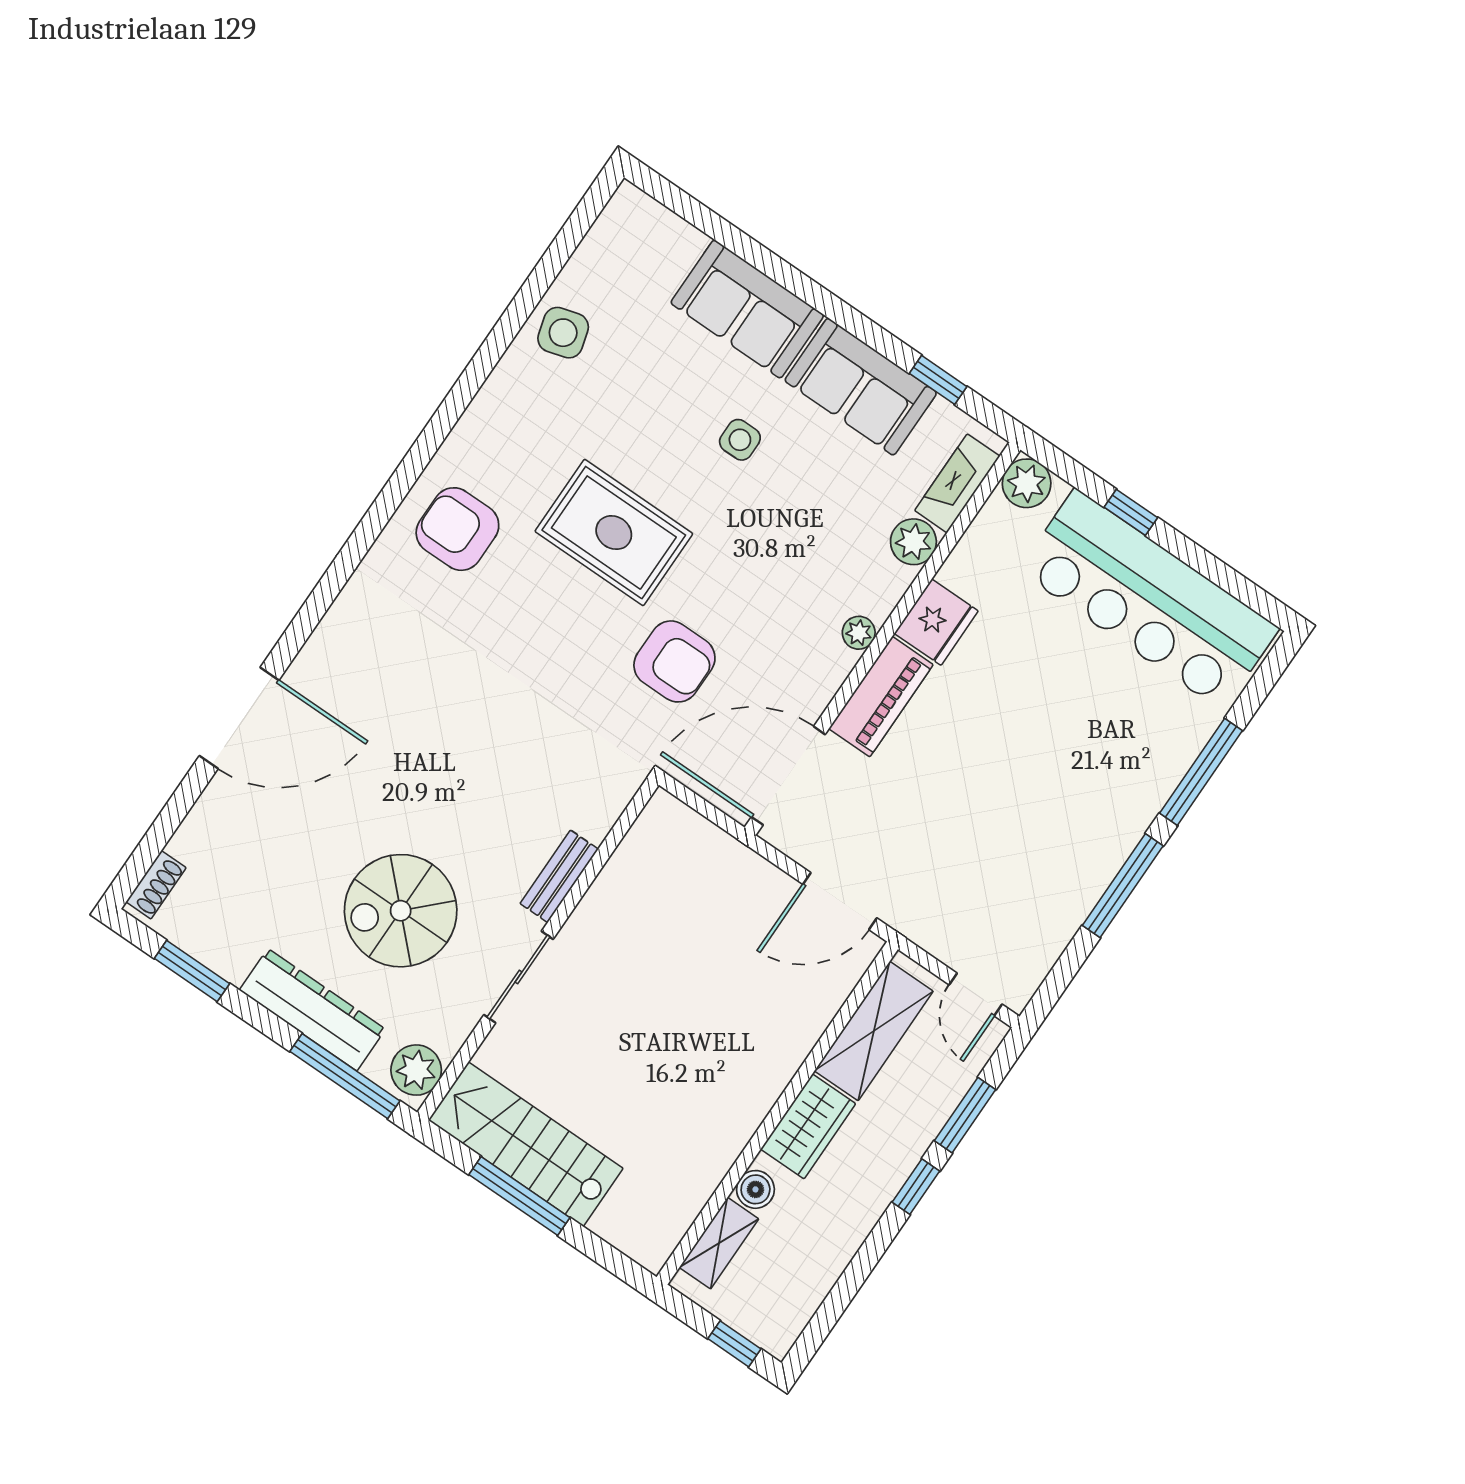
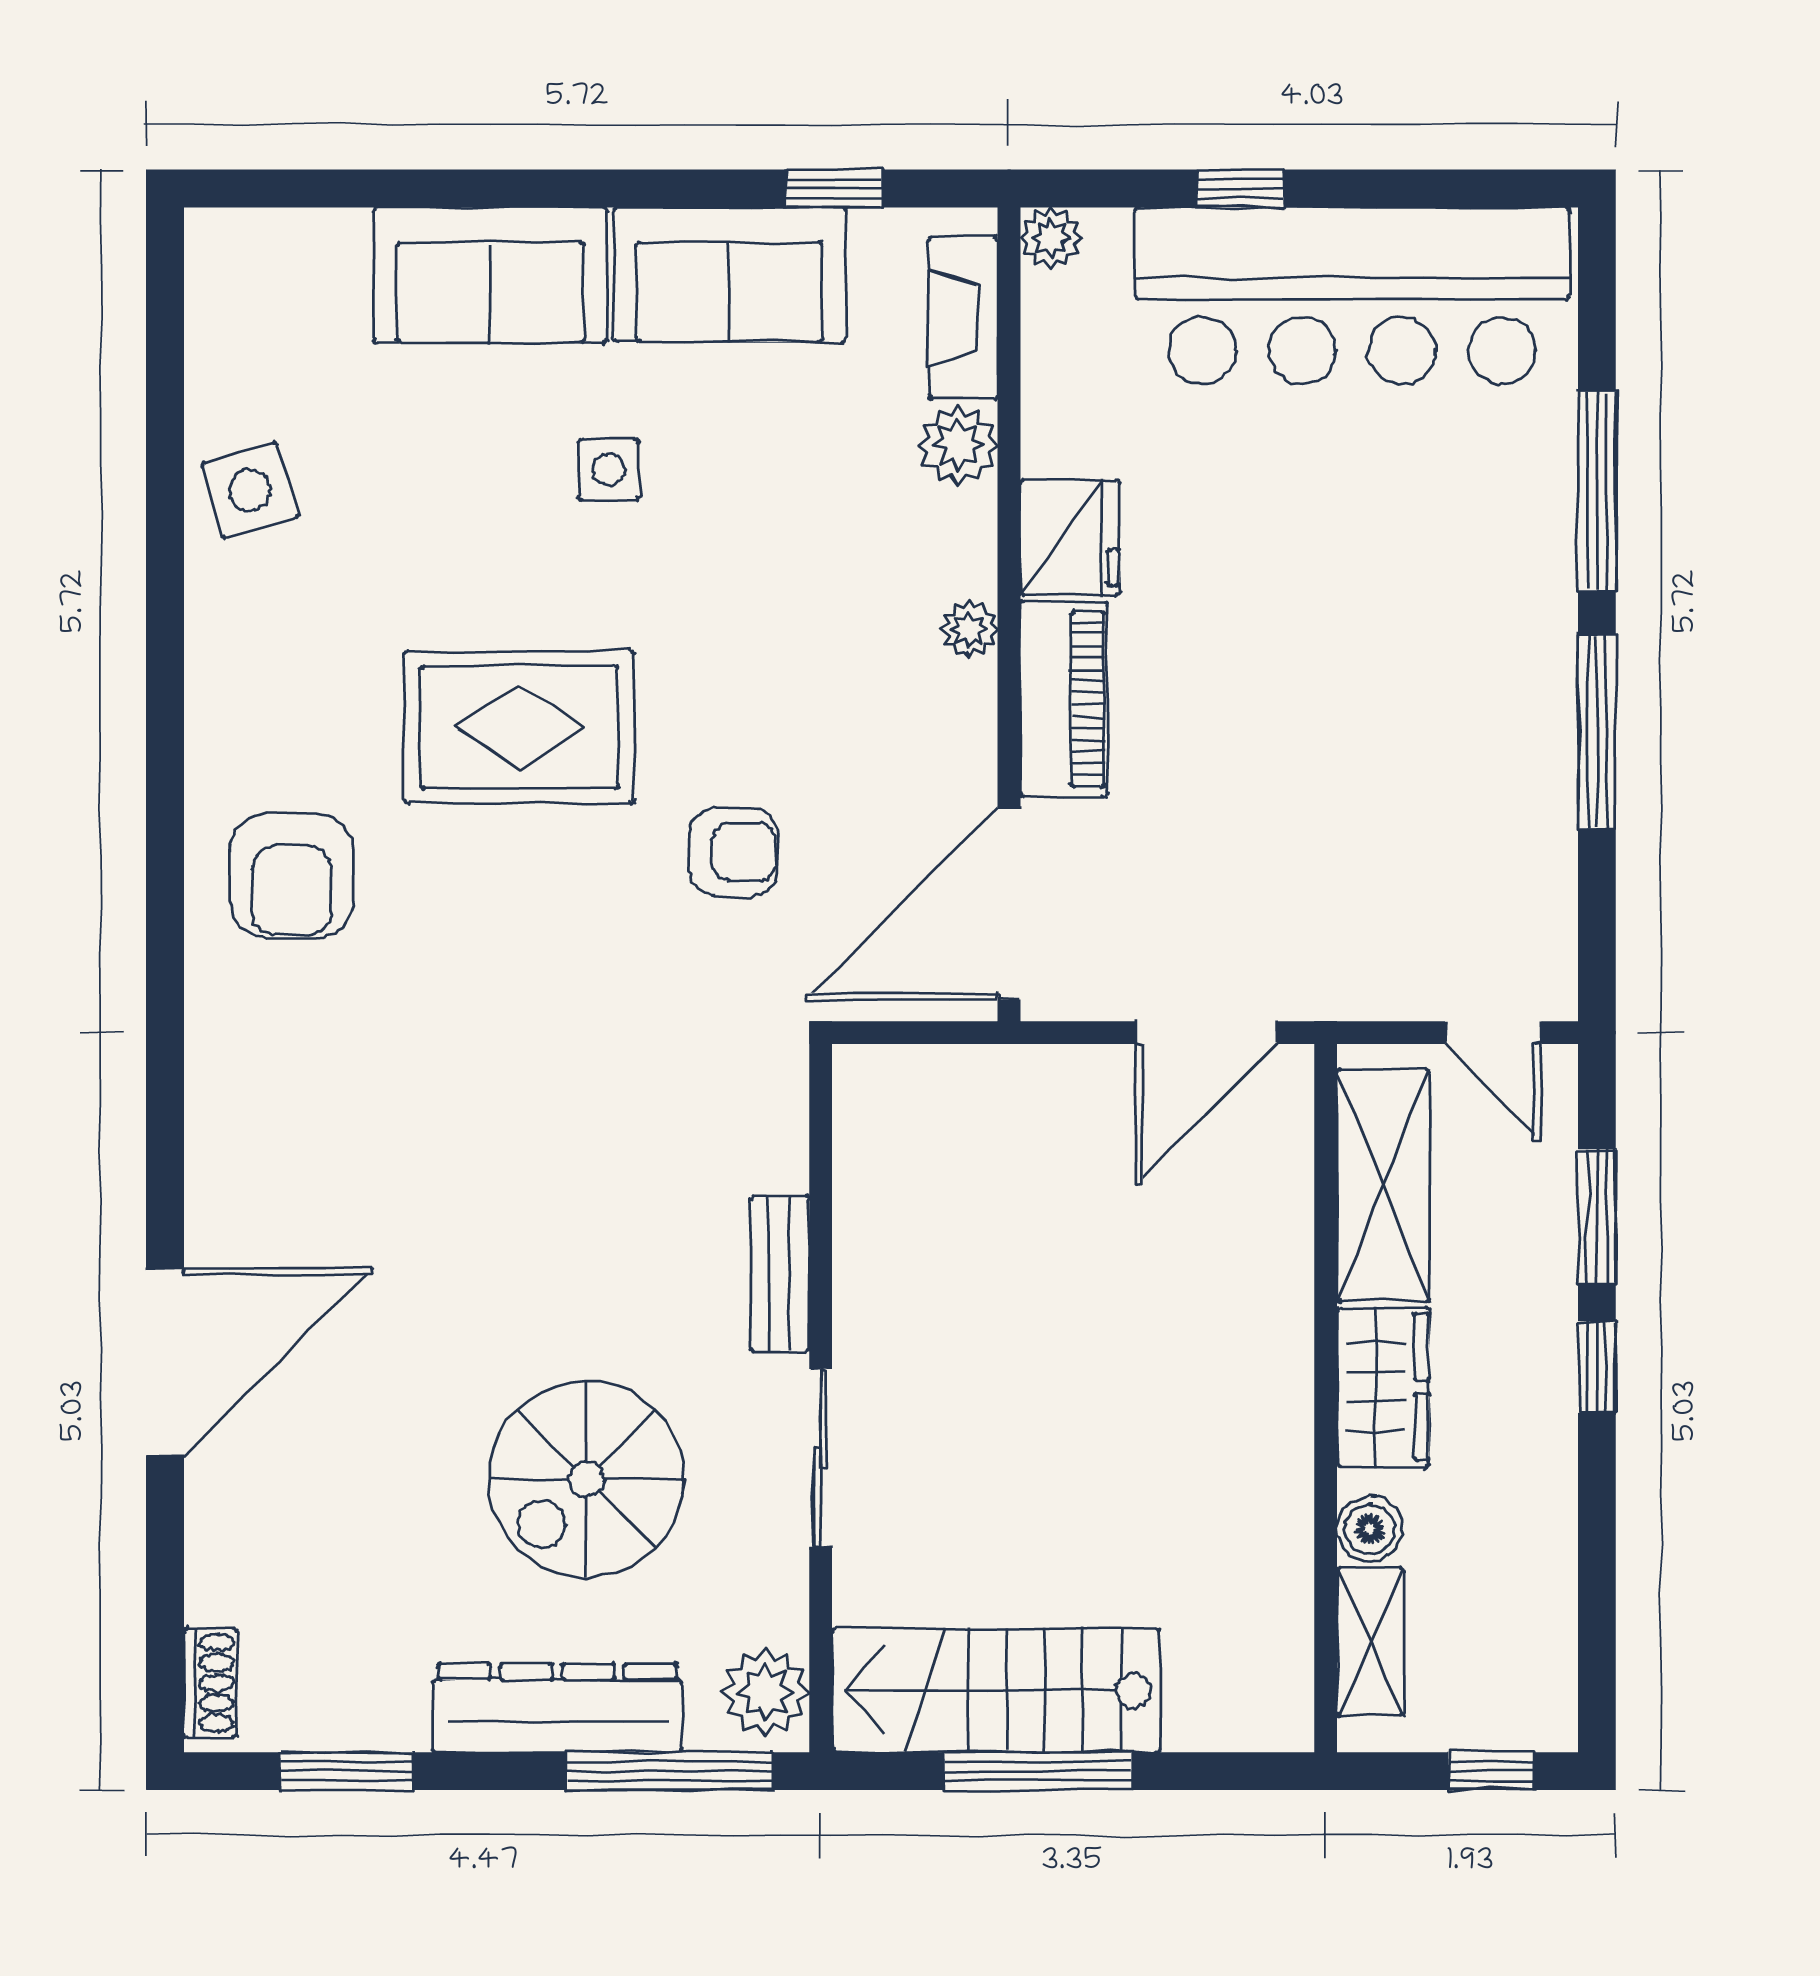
plant: (1027, 483) -> (1051, 238), width x0.73, depth x0.73
armchair: (457, 529) -> (292, 876), turned -90
armchair: (674, 661) -> (733, 852), width x0.72, depth x0.72

